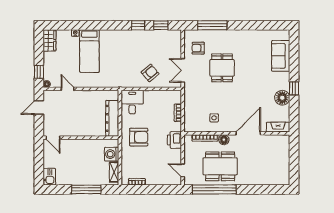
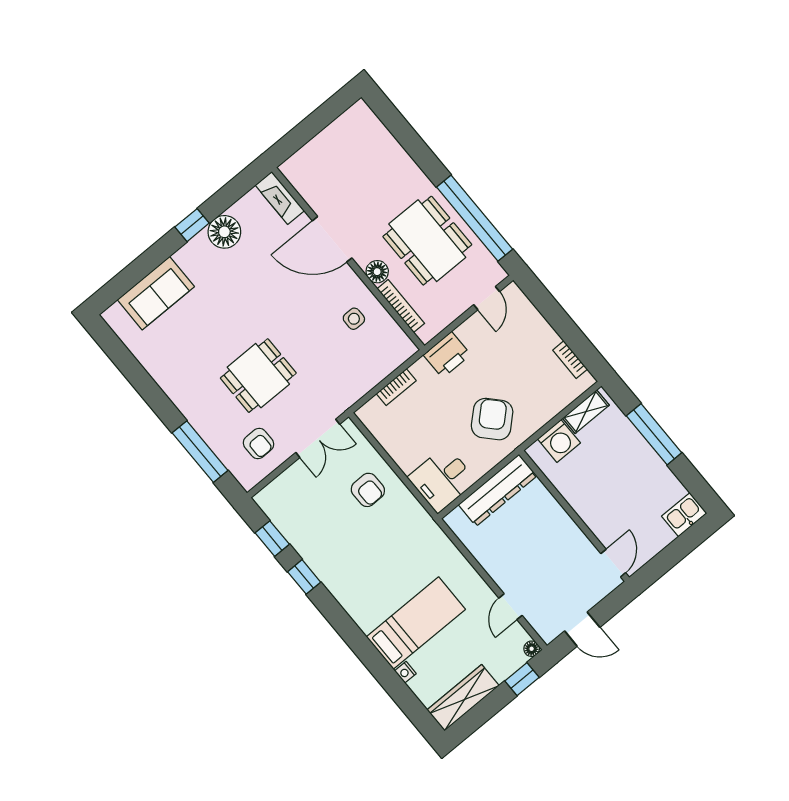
wardrobe: (50, 40) -> (463, 698), width x1.50
armchair: (150, 73) -> (368, 490), turned -140
armchair: (139, 137) -> (492, 419), turned 47

